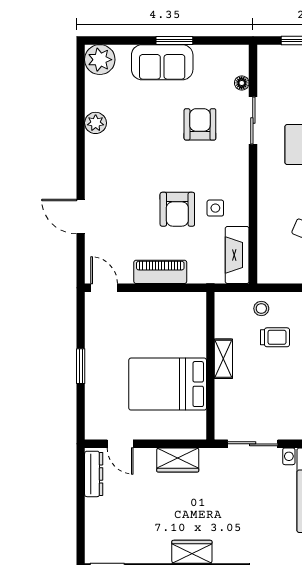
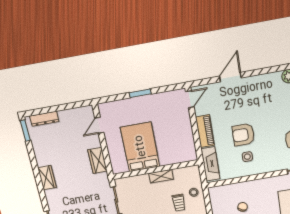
fireplace: (237, 255) -> (210, 164), moved, turned 90
dresser: (94, 474) -> (44, 119), moved

